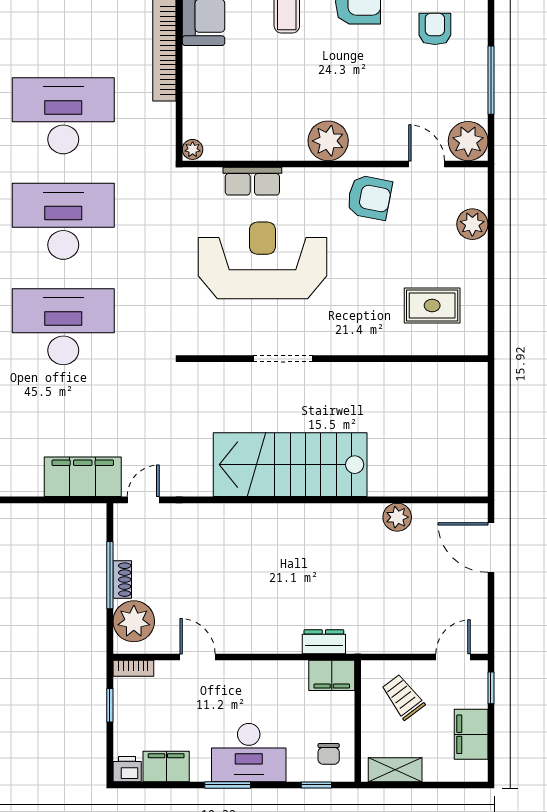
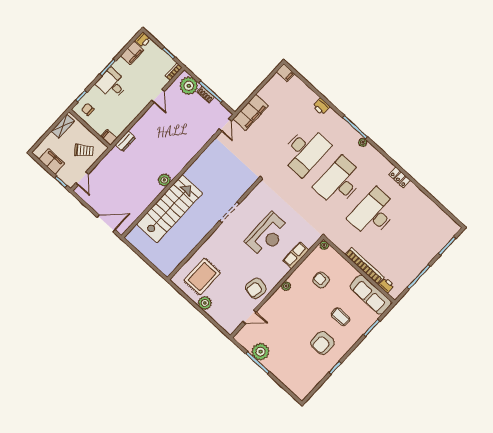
armchair: (435, 29) -> (321, 280), moved, turned 180
desk: (63, 116) -> (373, 213), turned 180
plant: (328, 141) -> (286, 286), width x0.53, depth x0.53
plant: (468, 141) -> (261, 352), moved
desk: (63, 221) -> (339, 182), turned 180
plant: (472, 224) -> (205, 303), moved
reception desk: (262, 260) -> (267, 235), width x0.74, depth x0.77
rug: (432, 305) -> (202, 276), width x1.36, depth x1.43
stairs: (290, 465) -> (169, 209), moved
plant: (397, 517) -> (164, 180), moved
door: (198, 657) -> (158, 96), hinge flipped
filing cabinet: (332, 675) -> (109, 137), width x0.50
desk: (249, 753) -> (112, 84), width x0.73

